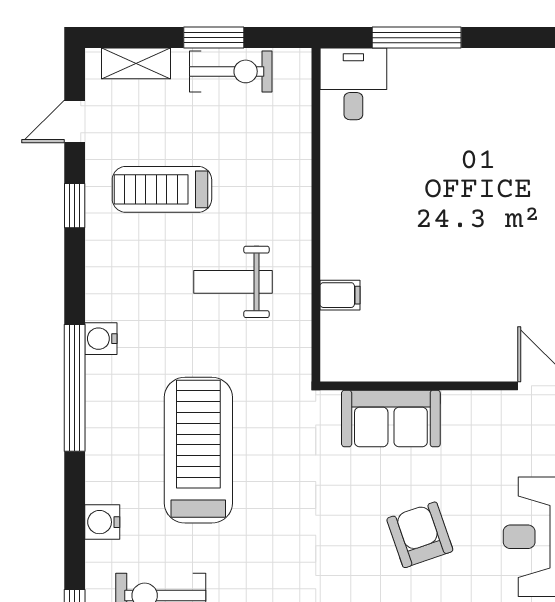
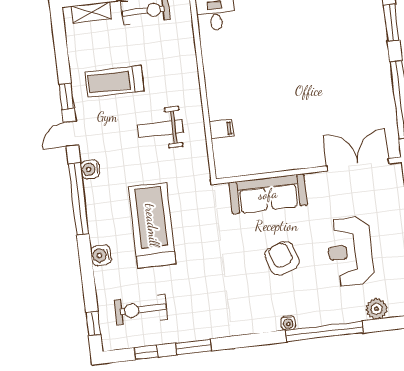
door: (75, 121) -> (71, 134), moved
sofa: (391, 418) -> (268, 194), width x1.36
water cooler: (102, 522) -> (101, 255), moved

